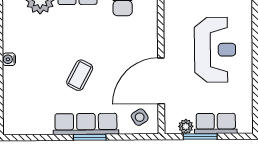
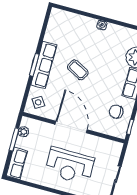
door: (161, 81) -> (71, 127), moved
row of seats: (216, 123) -> (17, 163), moved

